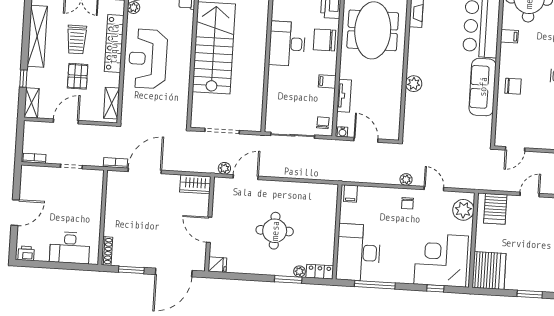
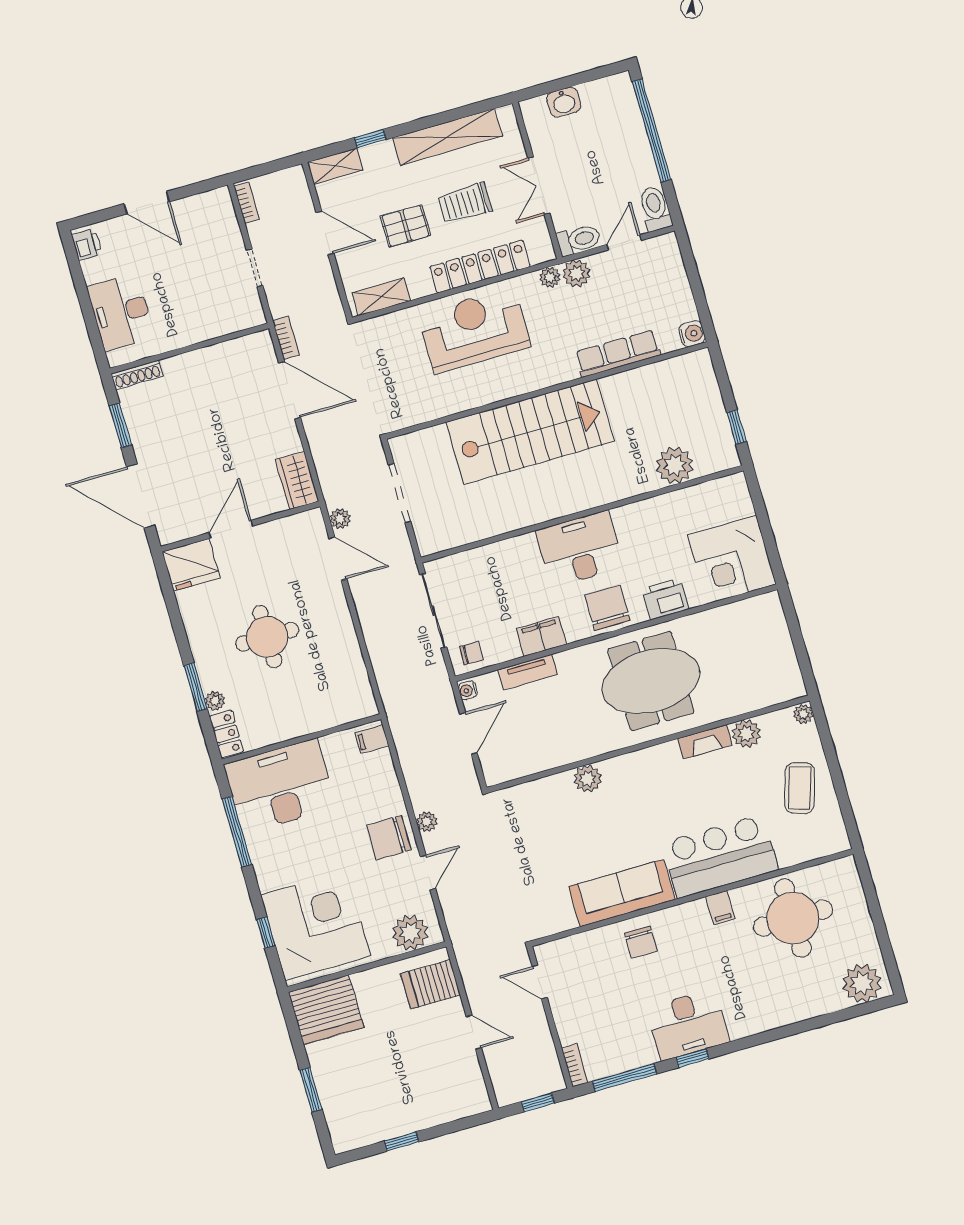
filing cabinet: (327, 81) -> (541, 636), width x2.00
chair: (407, 203) -> (389, 838), width x1.87, depth x1.87
fridge: (217, 265) -> (191, 565), width x1.88, depth x1.34

